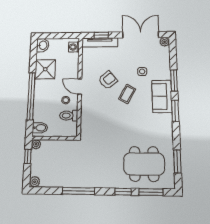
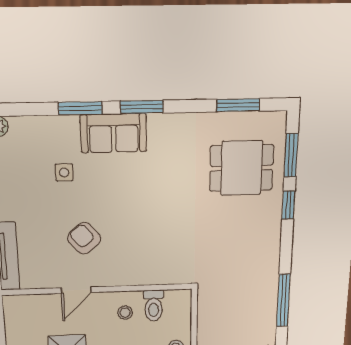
washing machine: (74, 47) -> (20, 304), removed
door: (80, 86) -> (76, 290), moved
coffee table: (127, 94) -> (111, 201), removed
dining table: (144, 164) -> (242, 168), width x0.73
window: (78, 191) -> (283, 300), moved

